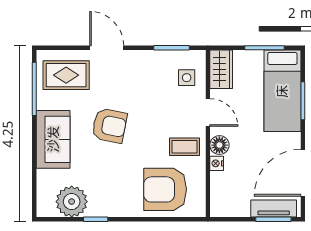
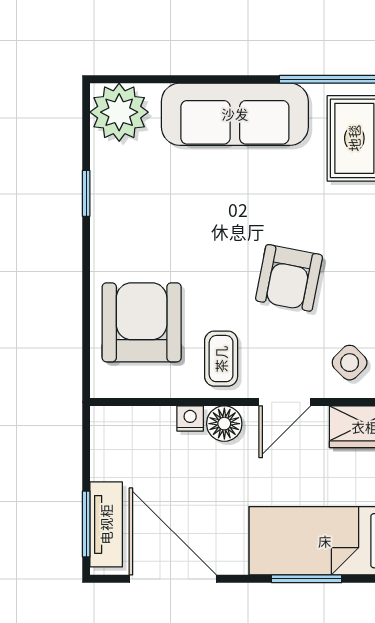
side table: (187, 78) -> (350, 363), turned 45
armchair: (109, 126) -> (289, 278), moved
sofa: (53, 139) -> (235, 114), width x1.36
plant: (72, 202) -> (119, 112), moved

